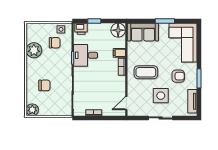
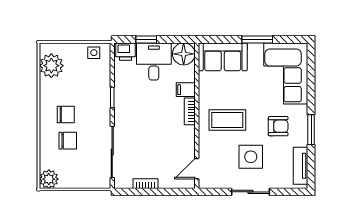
chair: (55, 43) -> (66, 114), moved
plant: (34, 50) -> (51, 66), moved
desk: (86, 55) -> (154, 61), moved, turned 90

